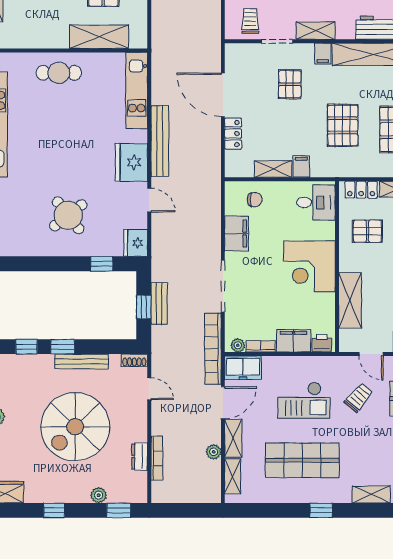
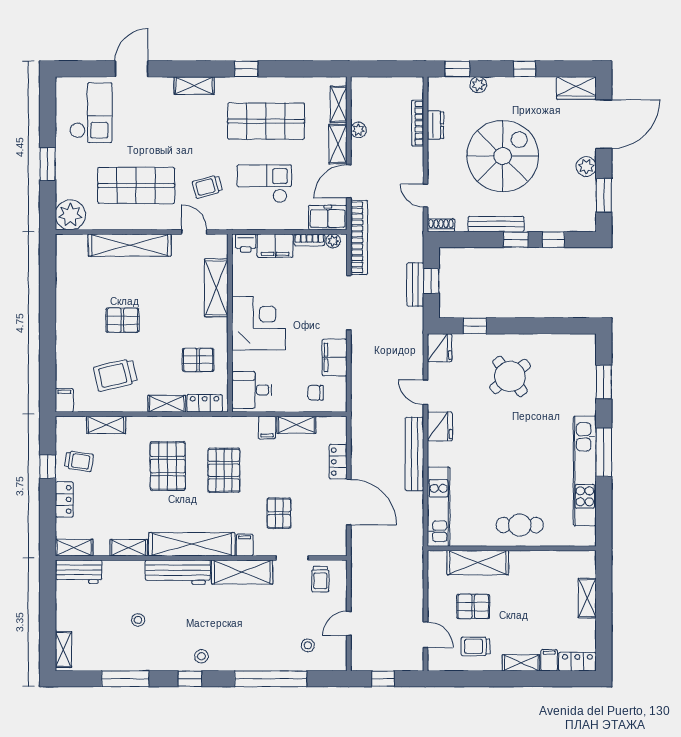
shelving: (315, 31) -> (242, 572), width x1.50, depth x1.33
fridge: (131, 162) -> (440, 426), width x0.73, depth x0.75
trolley: (359, 397) -> (207, 187), turned 35

